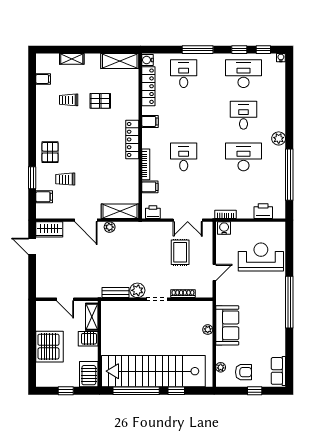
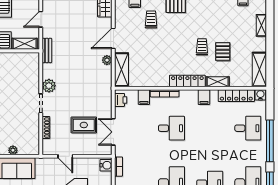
window: (198, 50) -> (270, 141), width x1.46
trolley: (69, 100) -> (202, 47), moved
shelving: (133, 107) -> (218, 82), added
bench: (116, 293) -> (47, 50), moved

